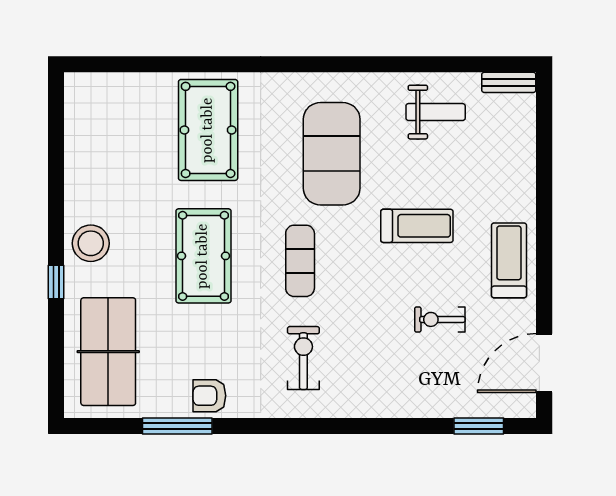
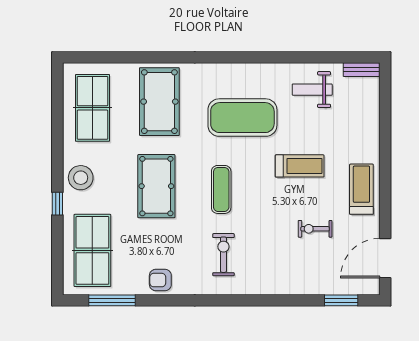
weight bench: (436, 112) -> (312, 90), turned 180
table tennis table: (108, 139) -> (92, 108), added
exercise mat: (332, 154) -> (242, 118), turned 90
window: (177, 426) -> (112, 300), moved

